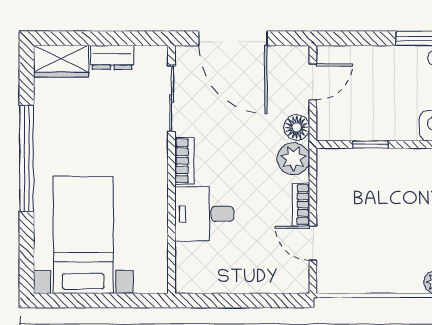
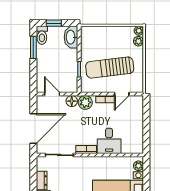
sun lounger: (374, 215) -> (110, 68), added
plant: (146, 282) -> (138, 166), added

